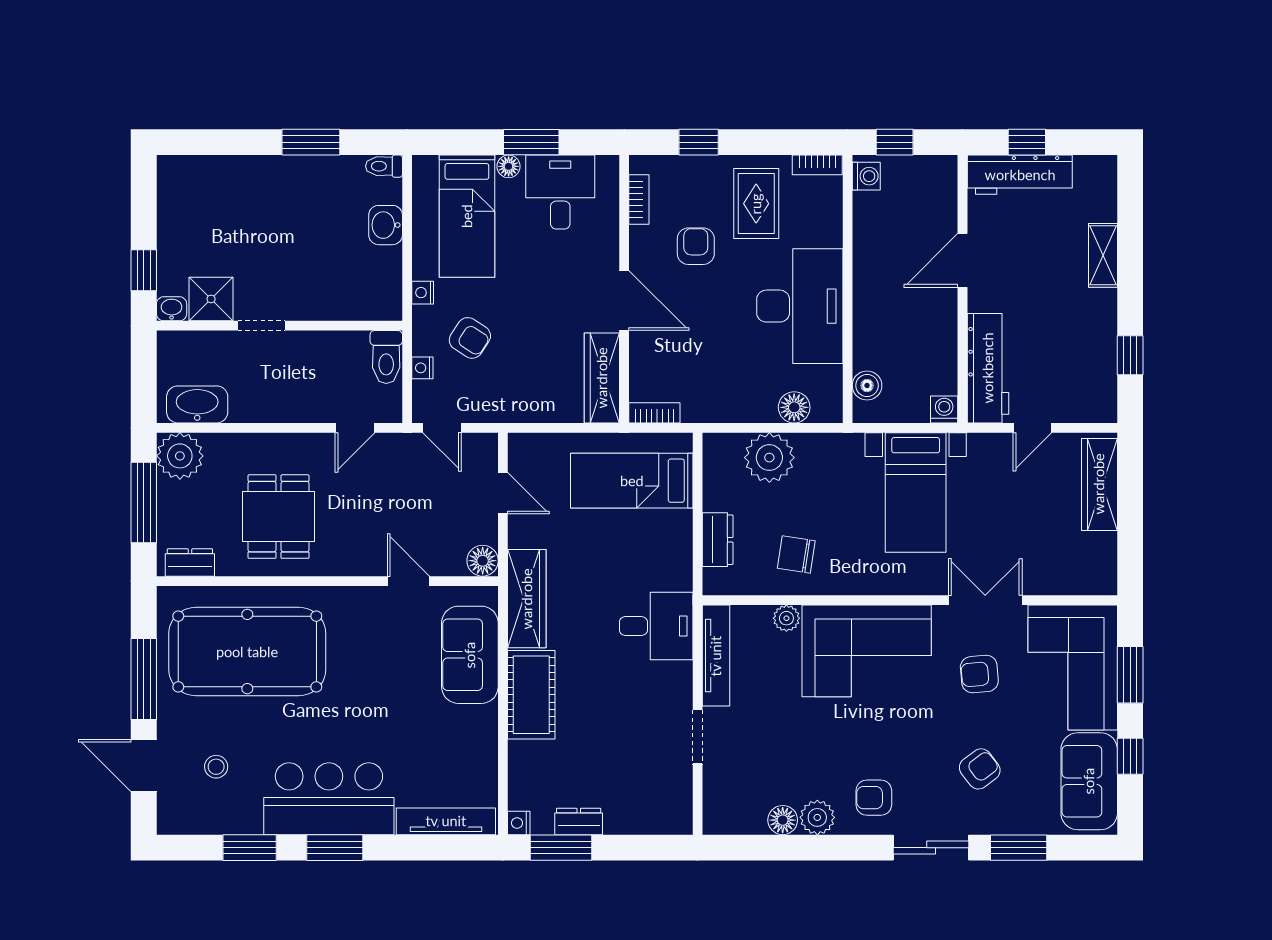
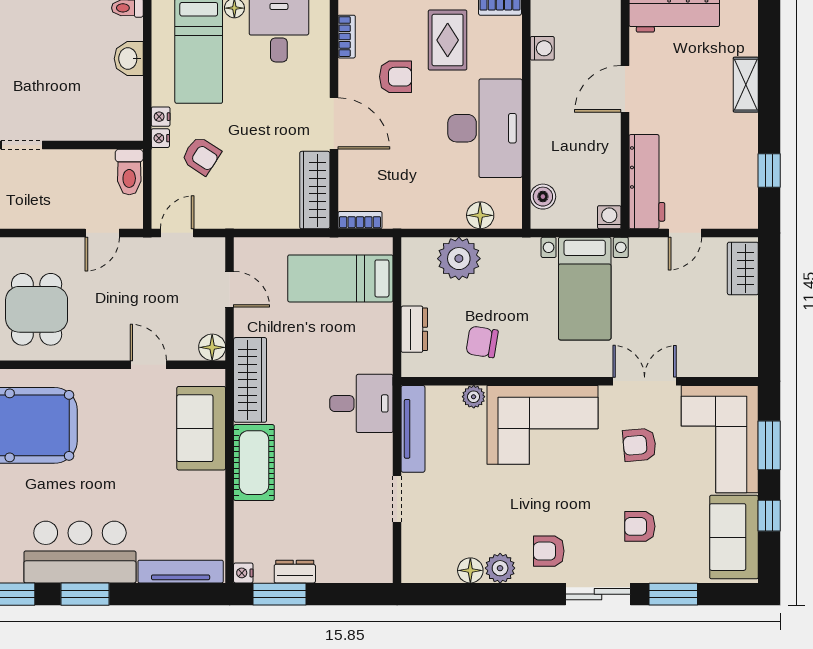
washing machine: (866, 176) -> (542, 48), moved
armchair: (696, 246) -> (396, 77), turned 90
nightstand: (422, 368) -> (160, 138), moved
door: (442, 428) -> (177, 233), swing flipped
wardrobe: (1099, 484) -> (743, 268), width x0.67
armchair: (980, 769) -> (640, 526), turned -143

